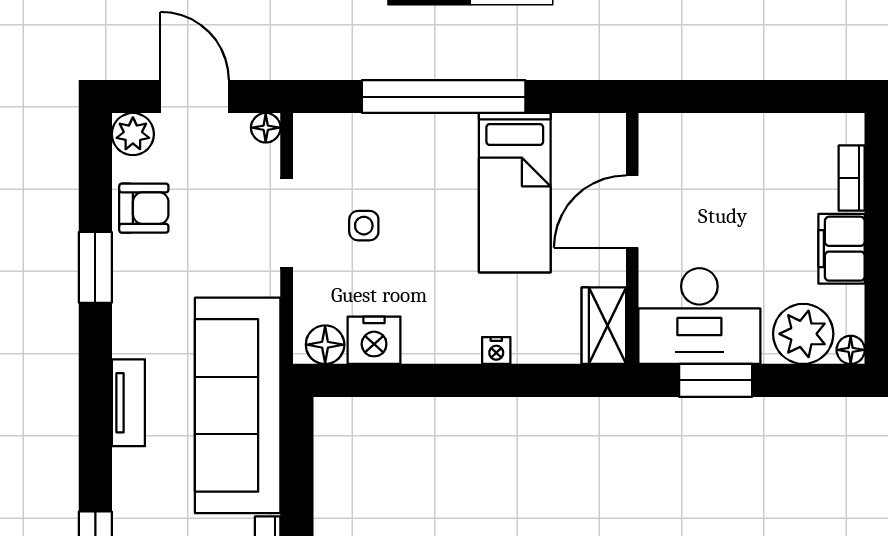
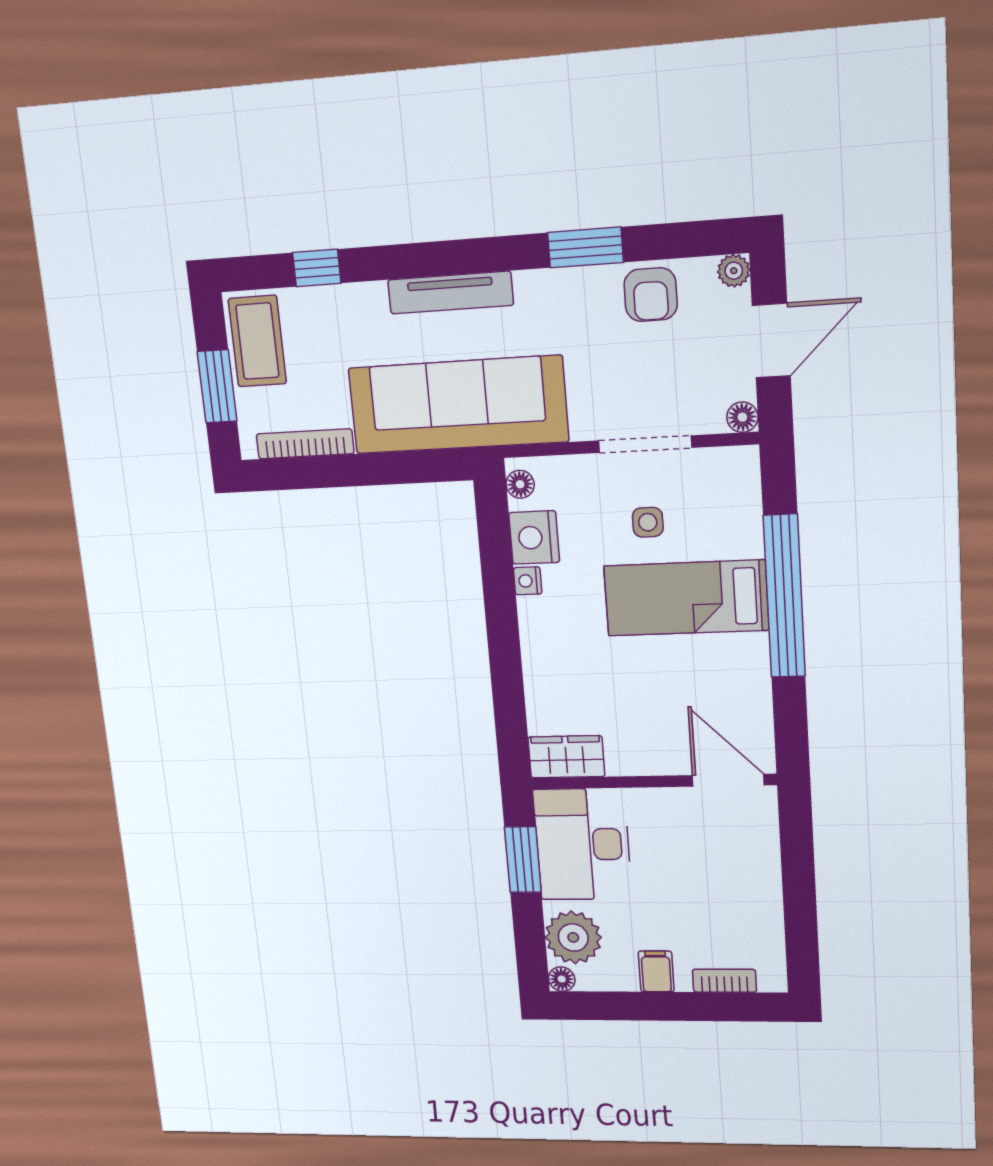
plant: (133, 134) -> (734, 271), width x0.73, depth x0.73
bed: (515, 193) -> (686, 598), moved
door: (632, 211) -> (728, 780), moved
filing cabinet: (842, 249) -> (656, 971), width x0.50
floor lamp: (325, 345) -> (520, 484), width x0.73, depth x0.73
nightstand: (496, 351) -> (528, 581), moved
tv unit: (128, 403) -> (450, 293), width x1.41

